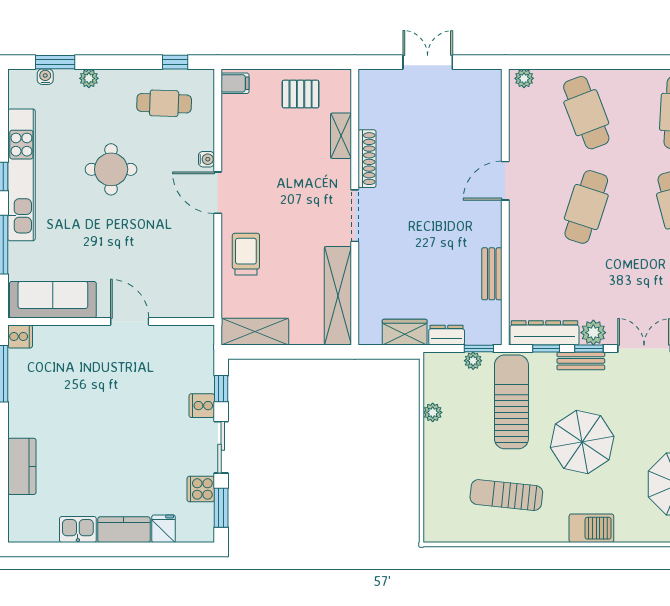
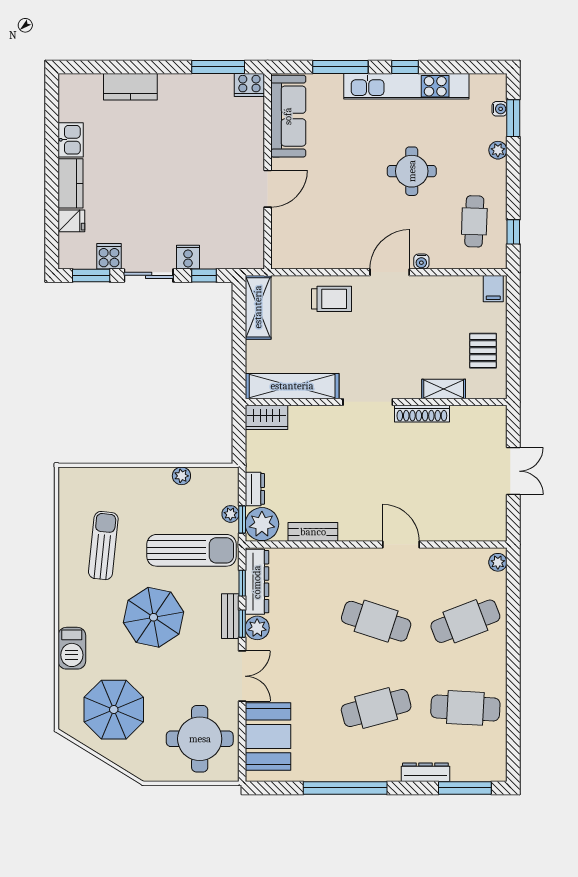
plant: (484, 328) -> (262, 524), added
wardrobe: (405, 332) -> (266, 417), moved, turned 90
cooker: (20, 337) -> (249, 85), width x1.36
barbecue: (591, 528) -> (72, 648), moved

